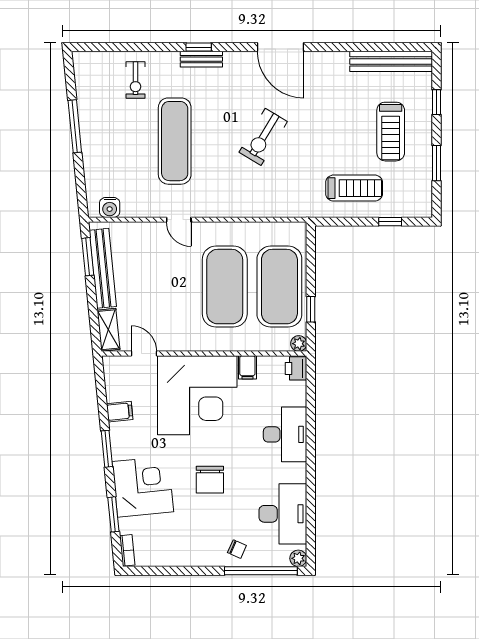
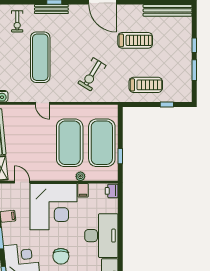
bench: (201, 59) -> (51, 9), width x1.36
window: (437, 102) -> (194, 45), moved
treadmill: (391, 132) -> (135, 40), moved, turned -90
exercise bike: (263, 137) -> (92, 74), moved
plant: (299, 344) -> (80, 176), moved
desk: (285, 434) -> (101, 236), width x1.36, depth x1.30

